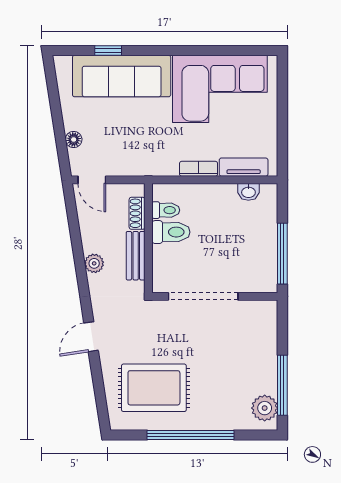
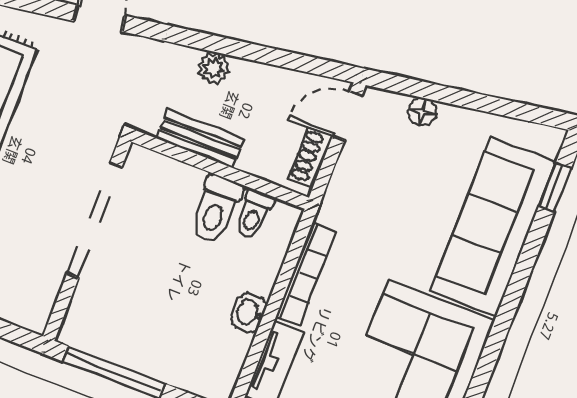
window: (108, 51) -> (555, 187), moved
bookcase: (199, 169) -> (306, 275), width x1.56
washbasin: (248, 192) -> (249, 313), moved
shoe rack: (137, 213) -> (310, 157), moved, turned -90

